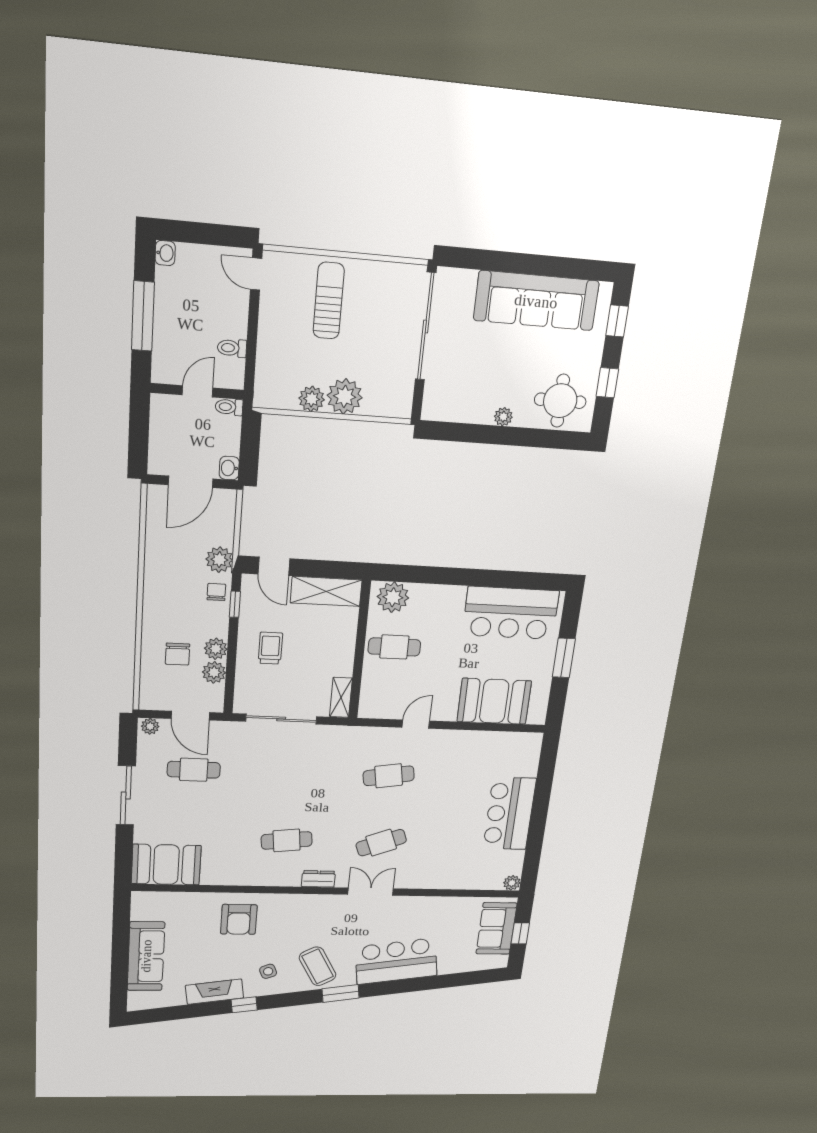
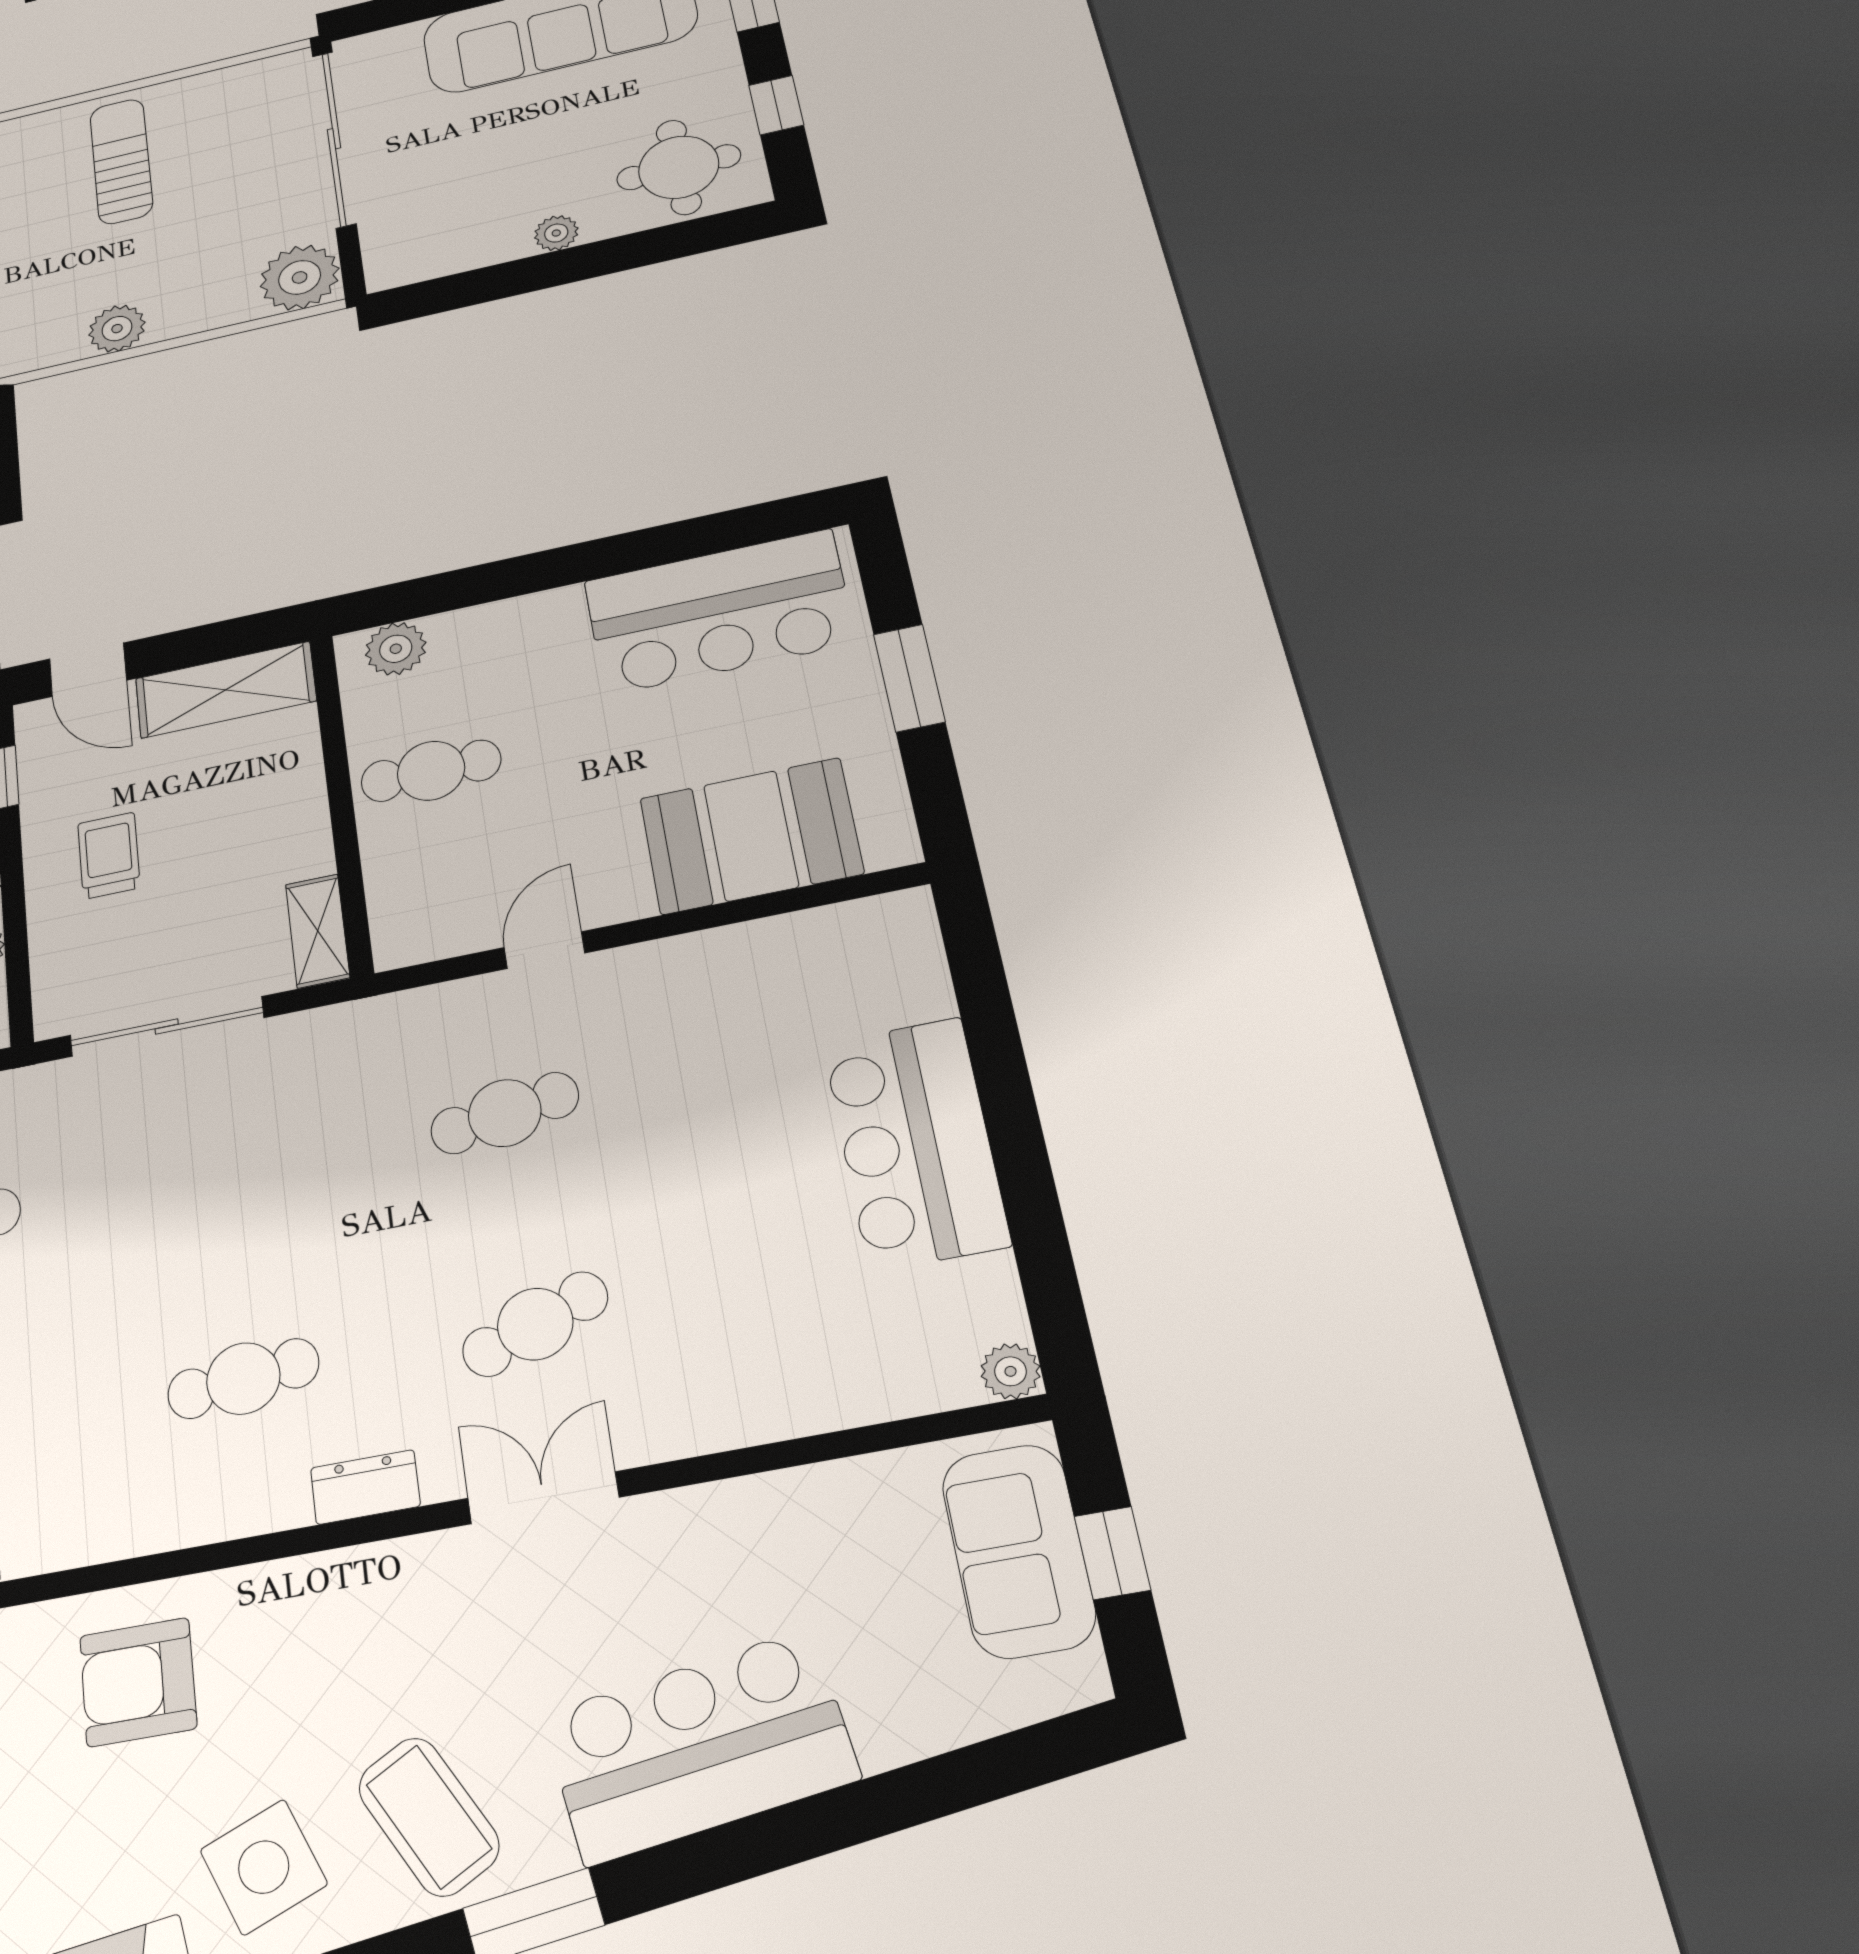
plant: (345, 396) -> (300, 277), moved
plant: (393, 597) -> (396, 649), width x0.73, depth x0.73
armchair: (239, 919) -> (138, 1682), turned 90
side table: (268, 971) -> (264, 1867), width x1.87, depth x1.87

